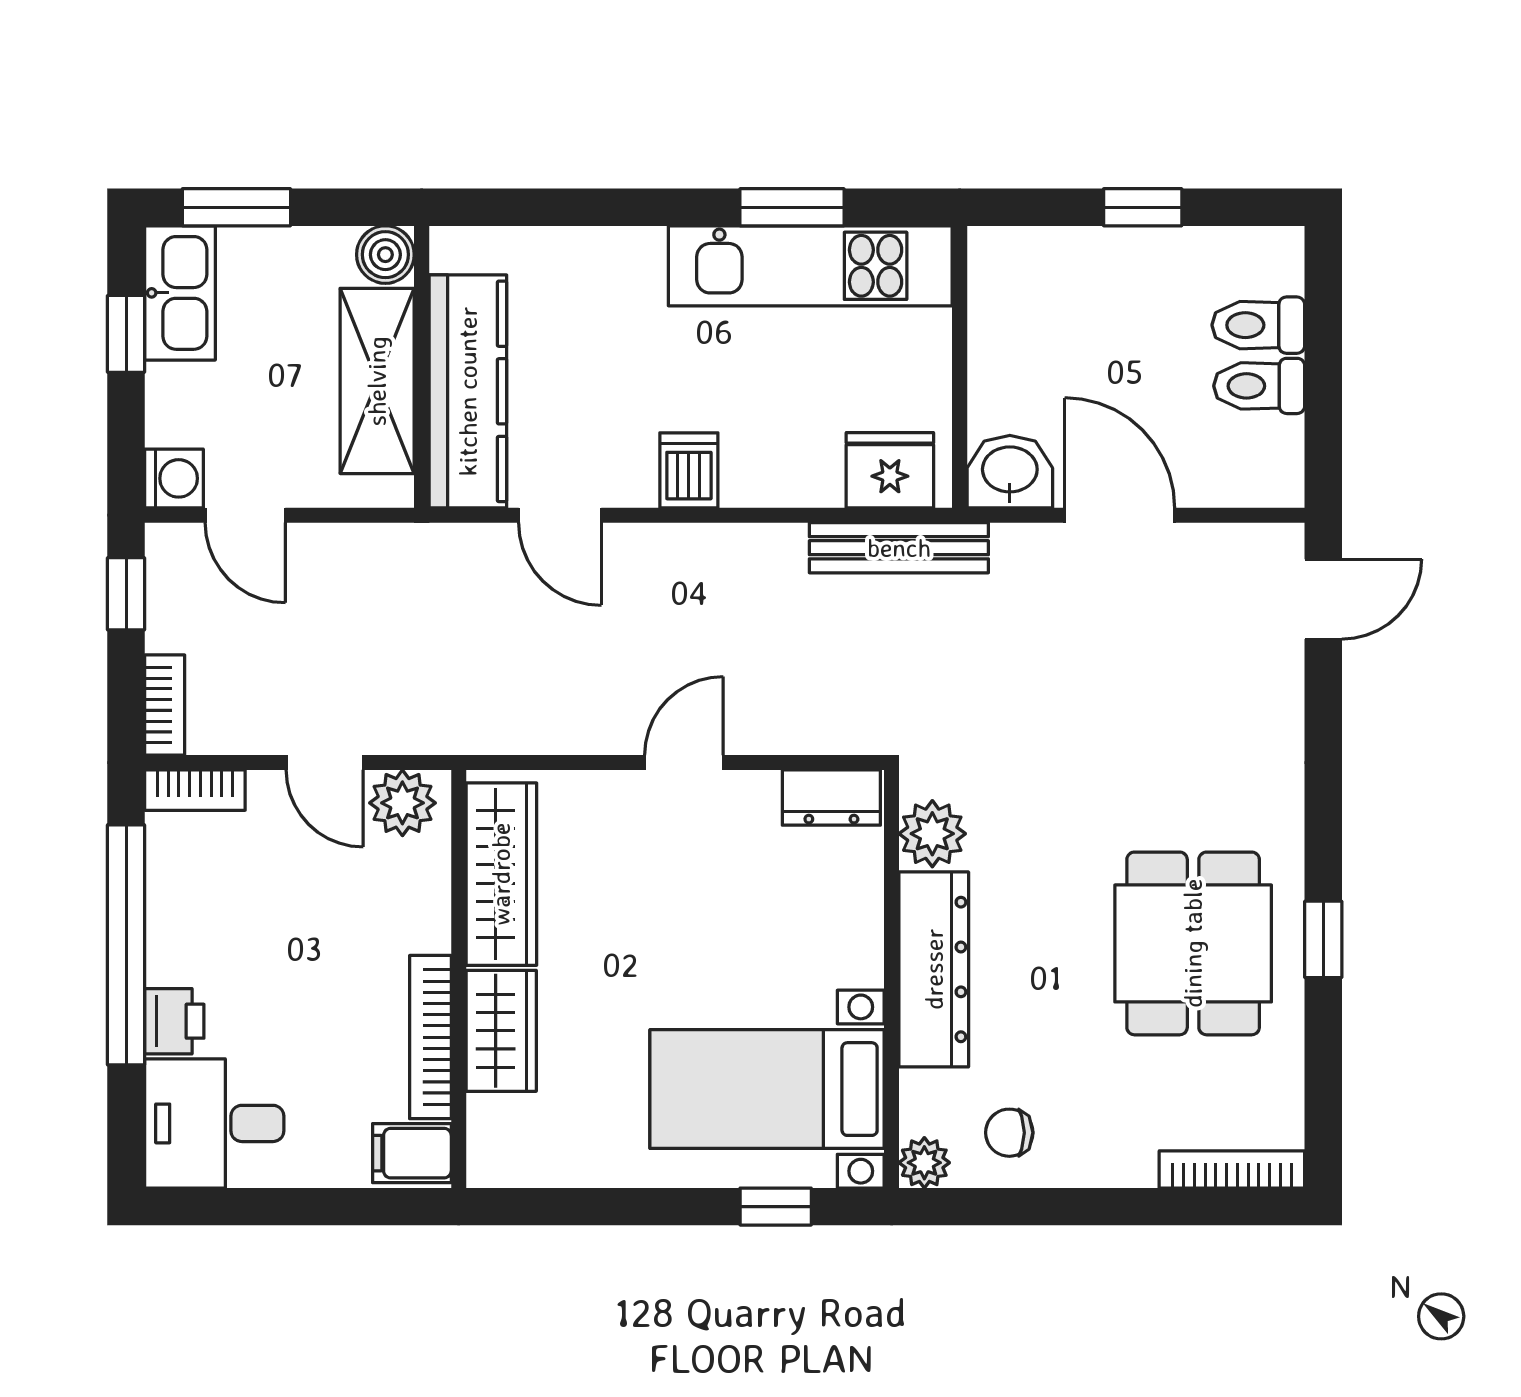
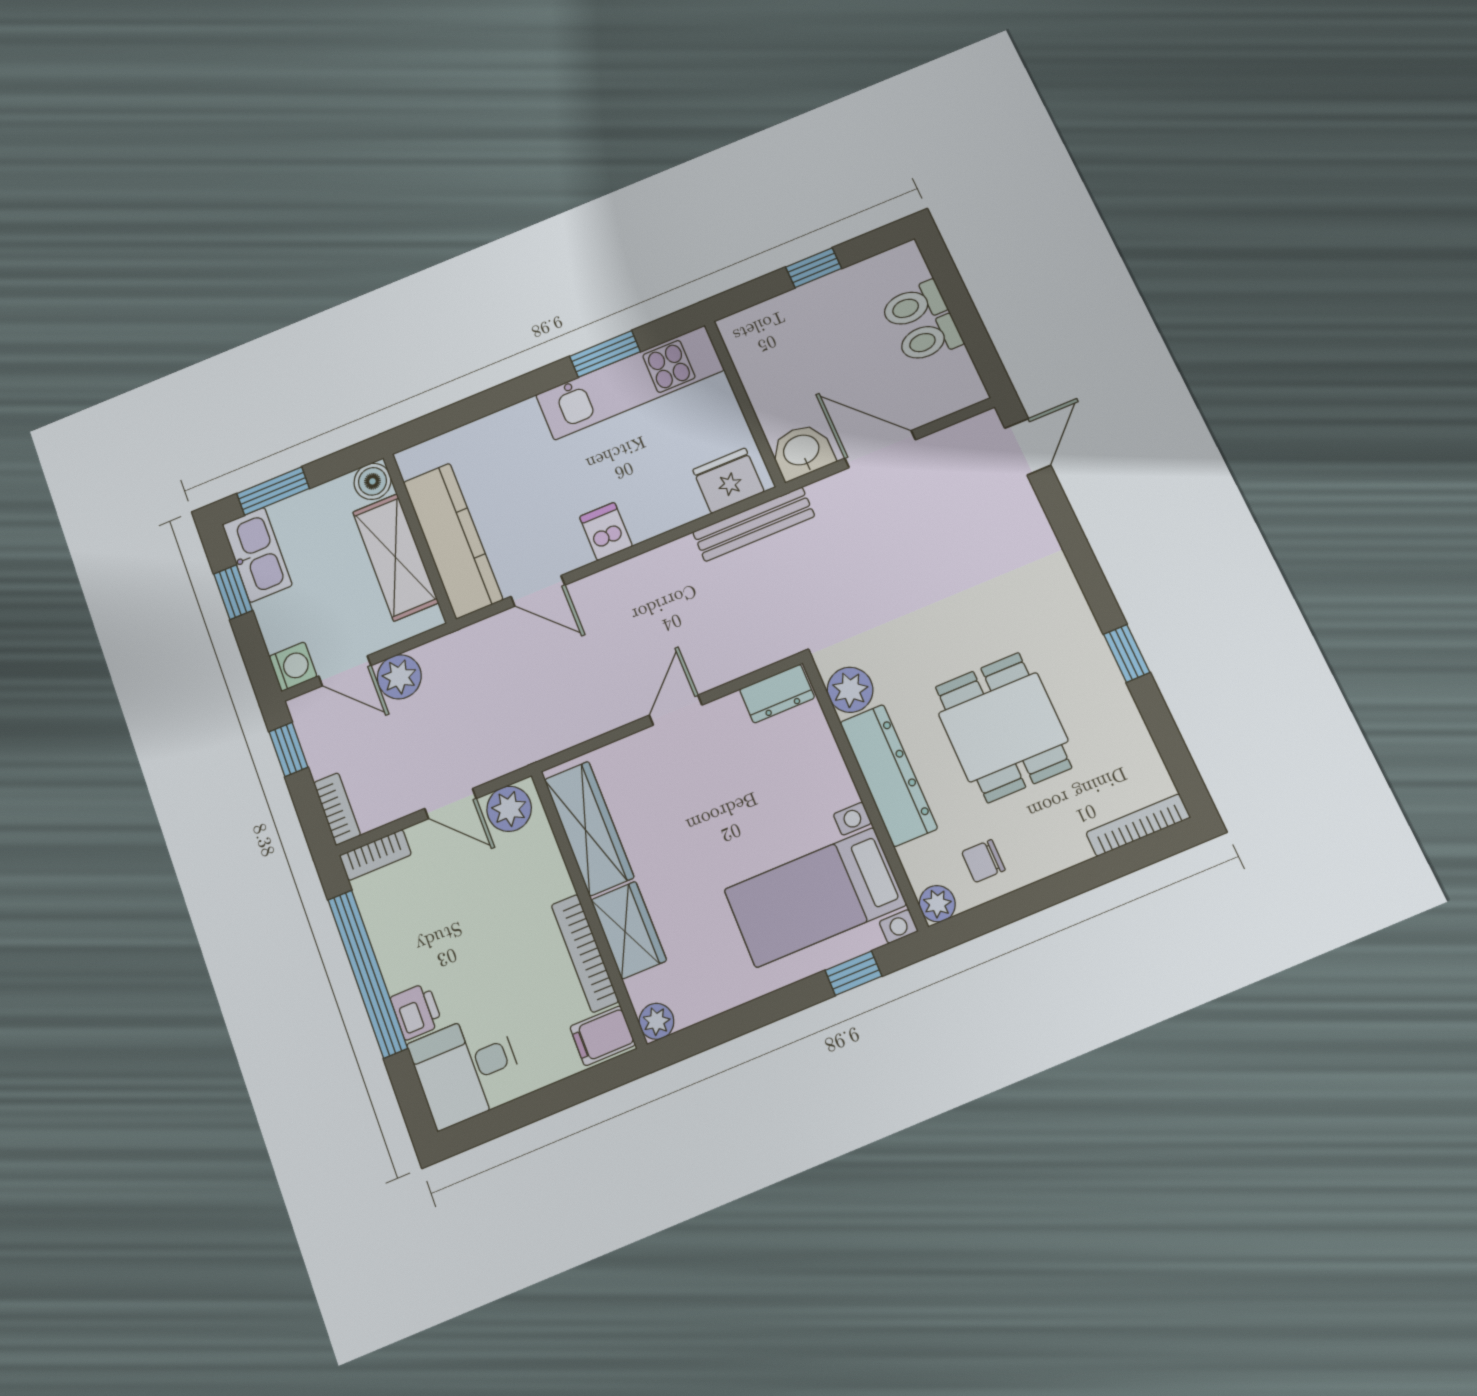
plant: (319, 556) -> (399, 677), added
dining table: (1193, 943) -> (1003, 727), moved
plant: (491, 1163) -> (656, 1021), added

